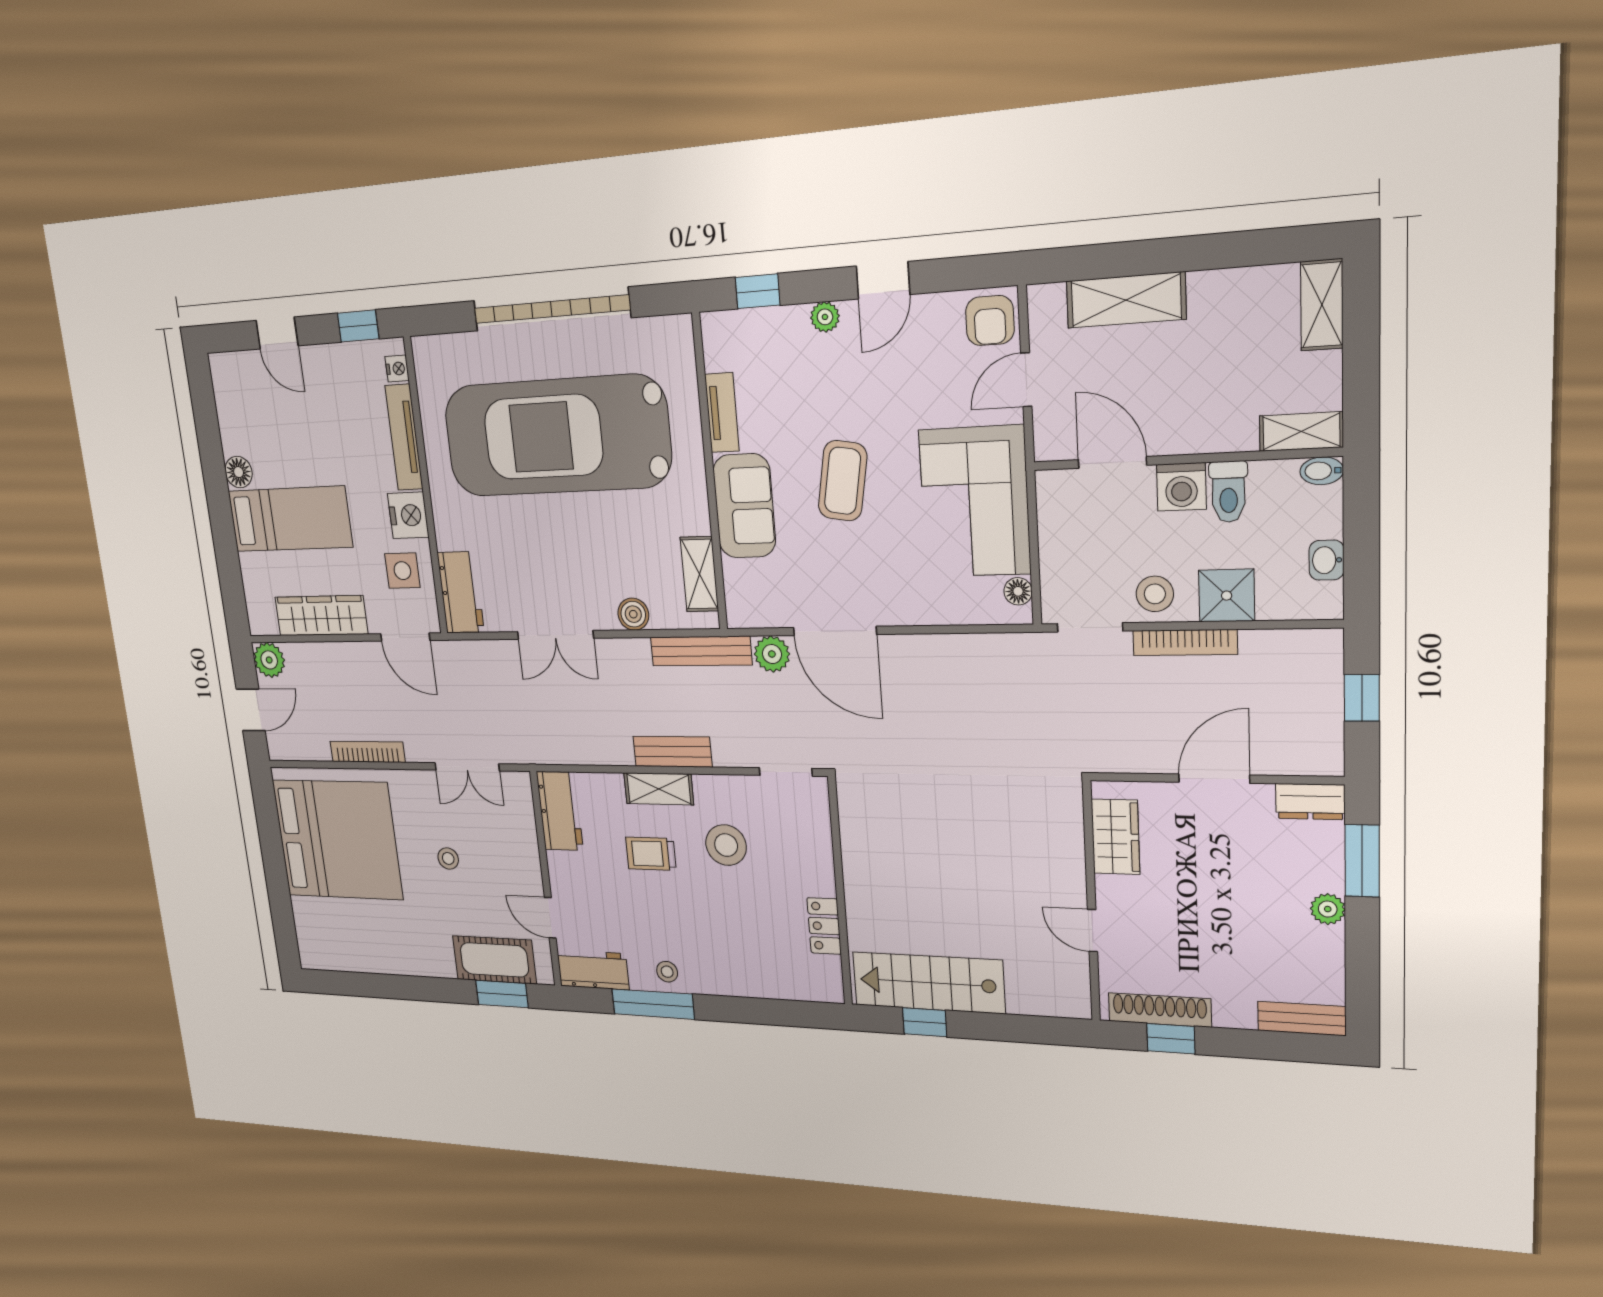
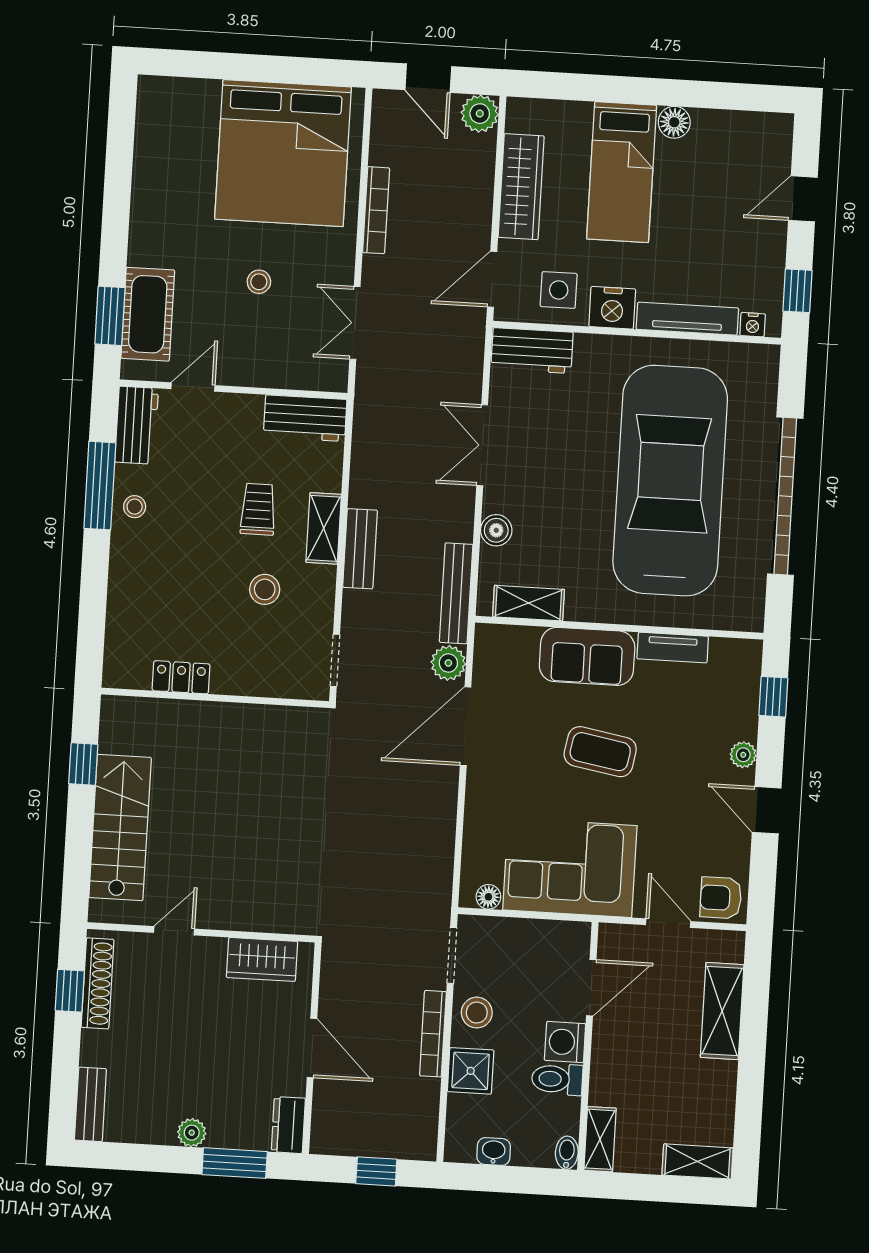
stool: (726, 845) -> (265, 589), width x0.73, depth x0.73
stairs: (928, 983) -> (120, 827), moved

